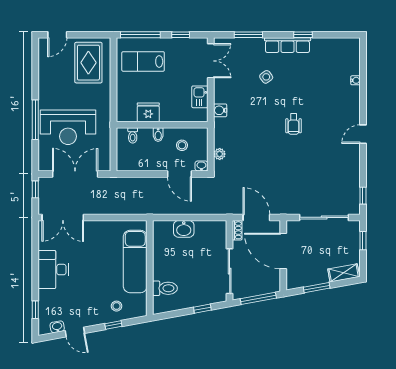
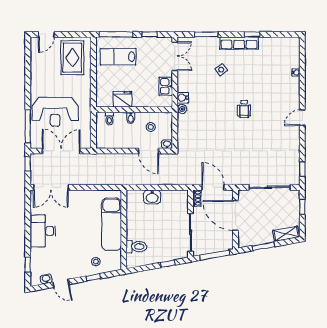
window: (35, 120) -> (28, 126), moved
plant: (220, 154) -> (182, 109), moved

